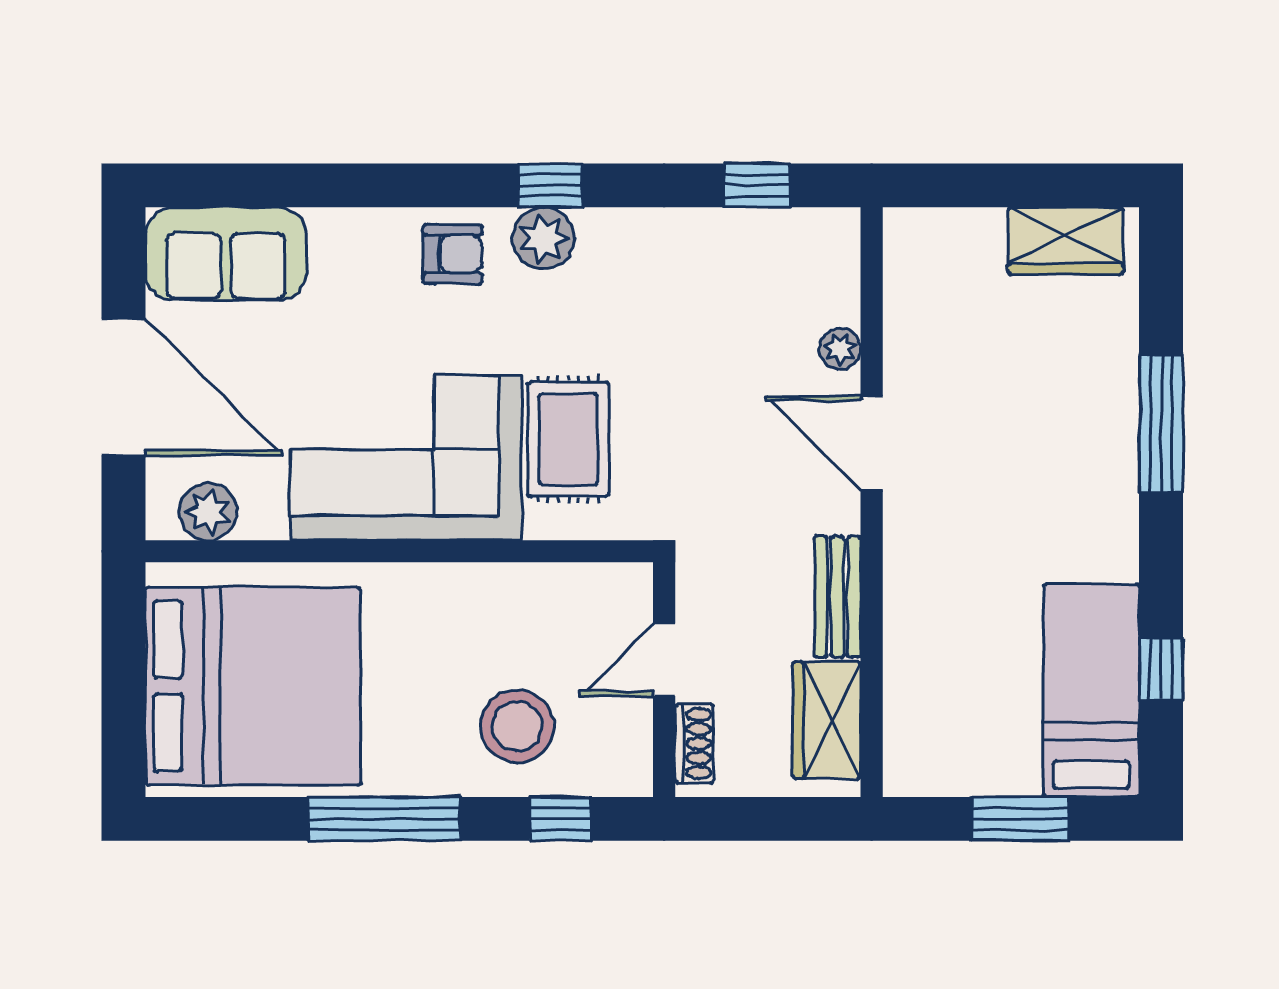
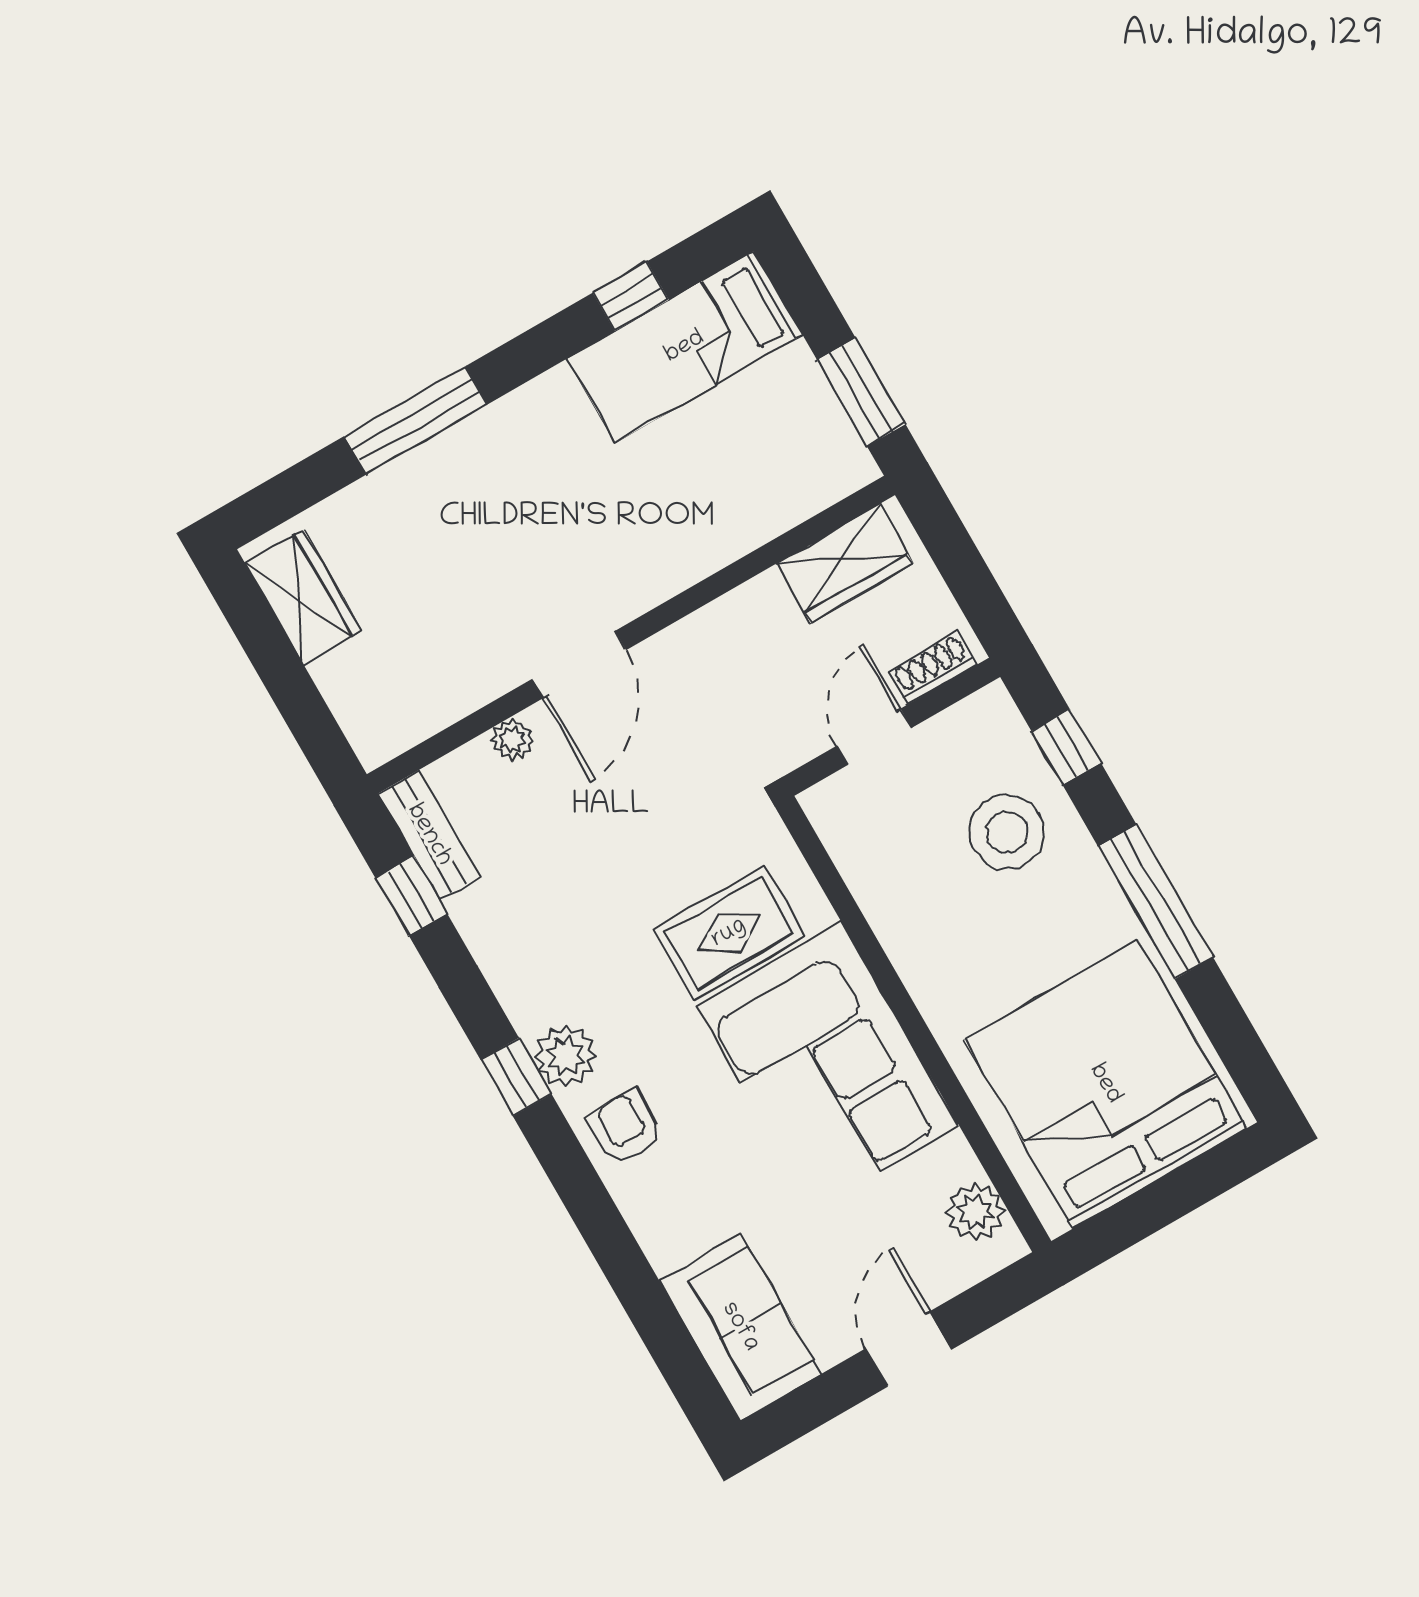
door: (123, 387) -> (909, 1349), width x0.53
bench: (838, 597) -> (429, 835), moved, turned 90
door: (664, 660) -> (874, 737), swing flipped
window: (1020, 819) -> (861, 392), moved

